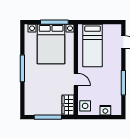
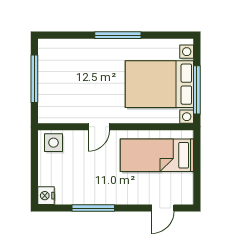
wardrobe: (68, 105) -> (55, 113), removed
nightstand: (105, 110) -> (46, 196), moved

